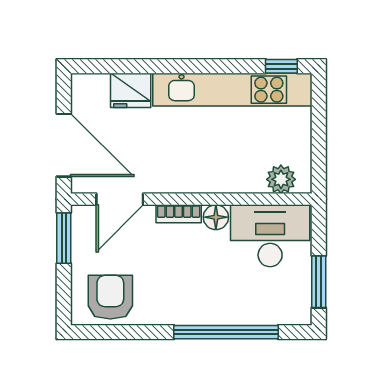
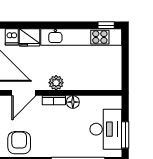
dishwasher: (96, 89) -> (12, 37), added
plant: (281, 179) -> (56, 83), moved
desk: (270, 236) -> (106, 129), moved, turned 90

